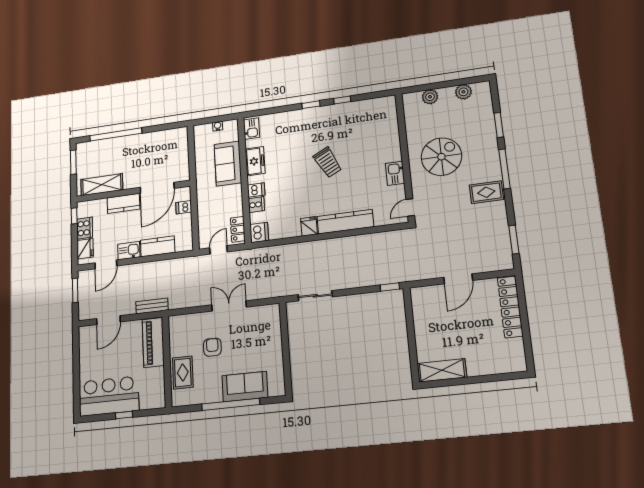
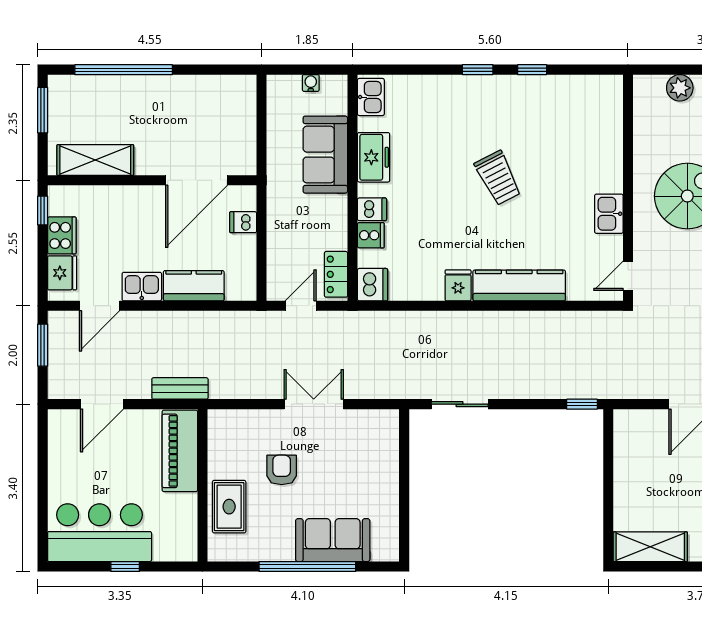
kitchen counter: (123, 203) -> (134, 200), removed

